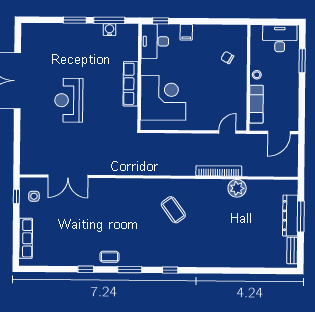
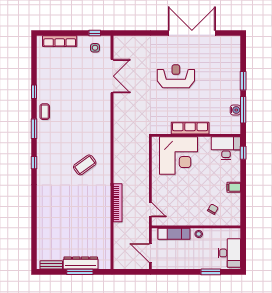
filing cabinet: (186, 32) -> (234, 187), moved
double door: (68, 176) -> (112, 76), swing flipped
plant: (237, 188) -> (103, 218), removed

